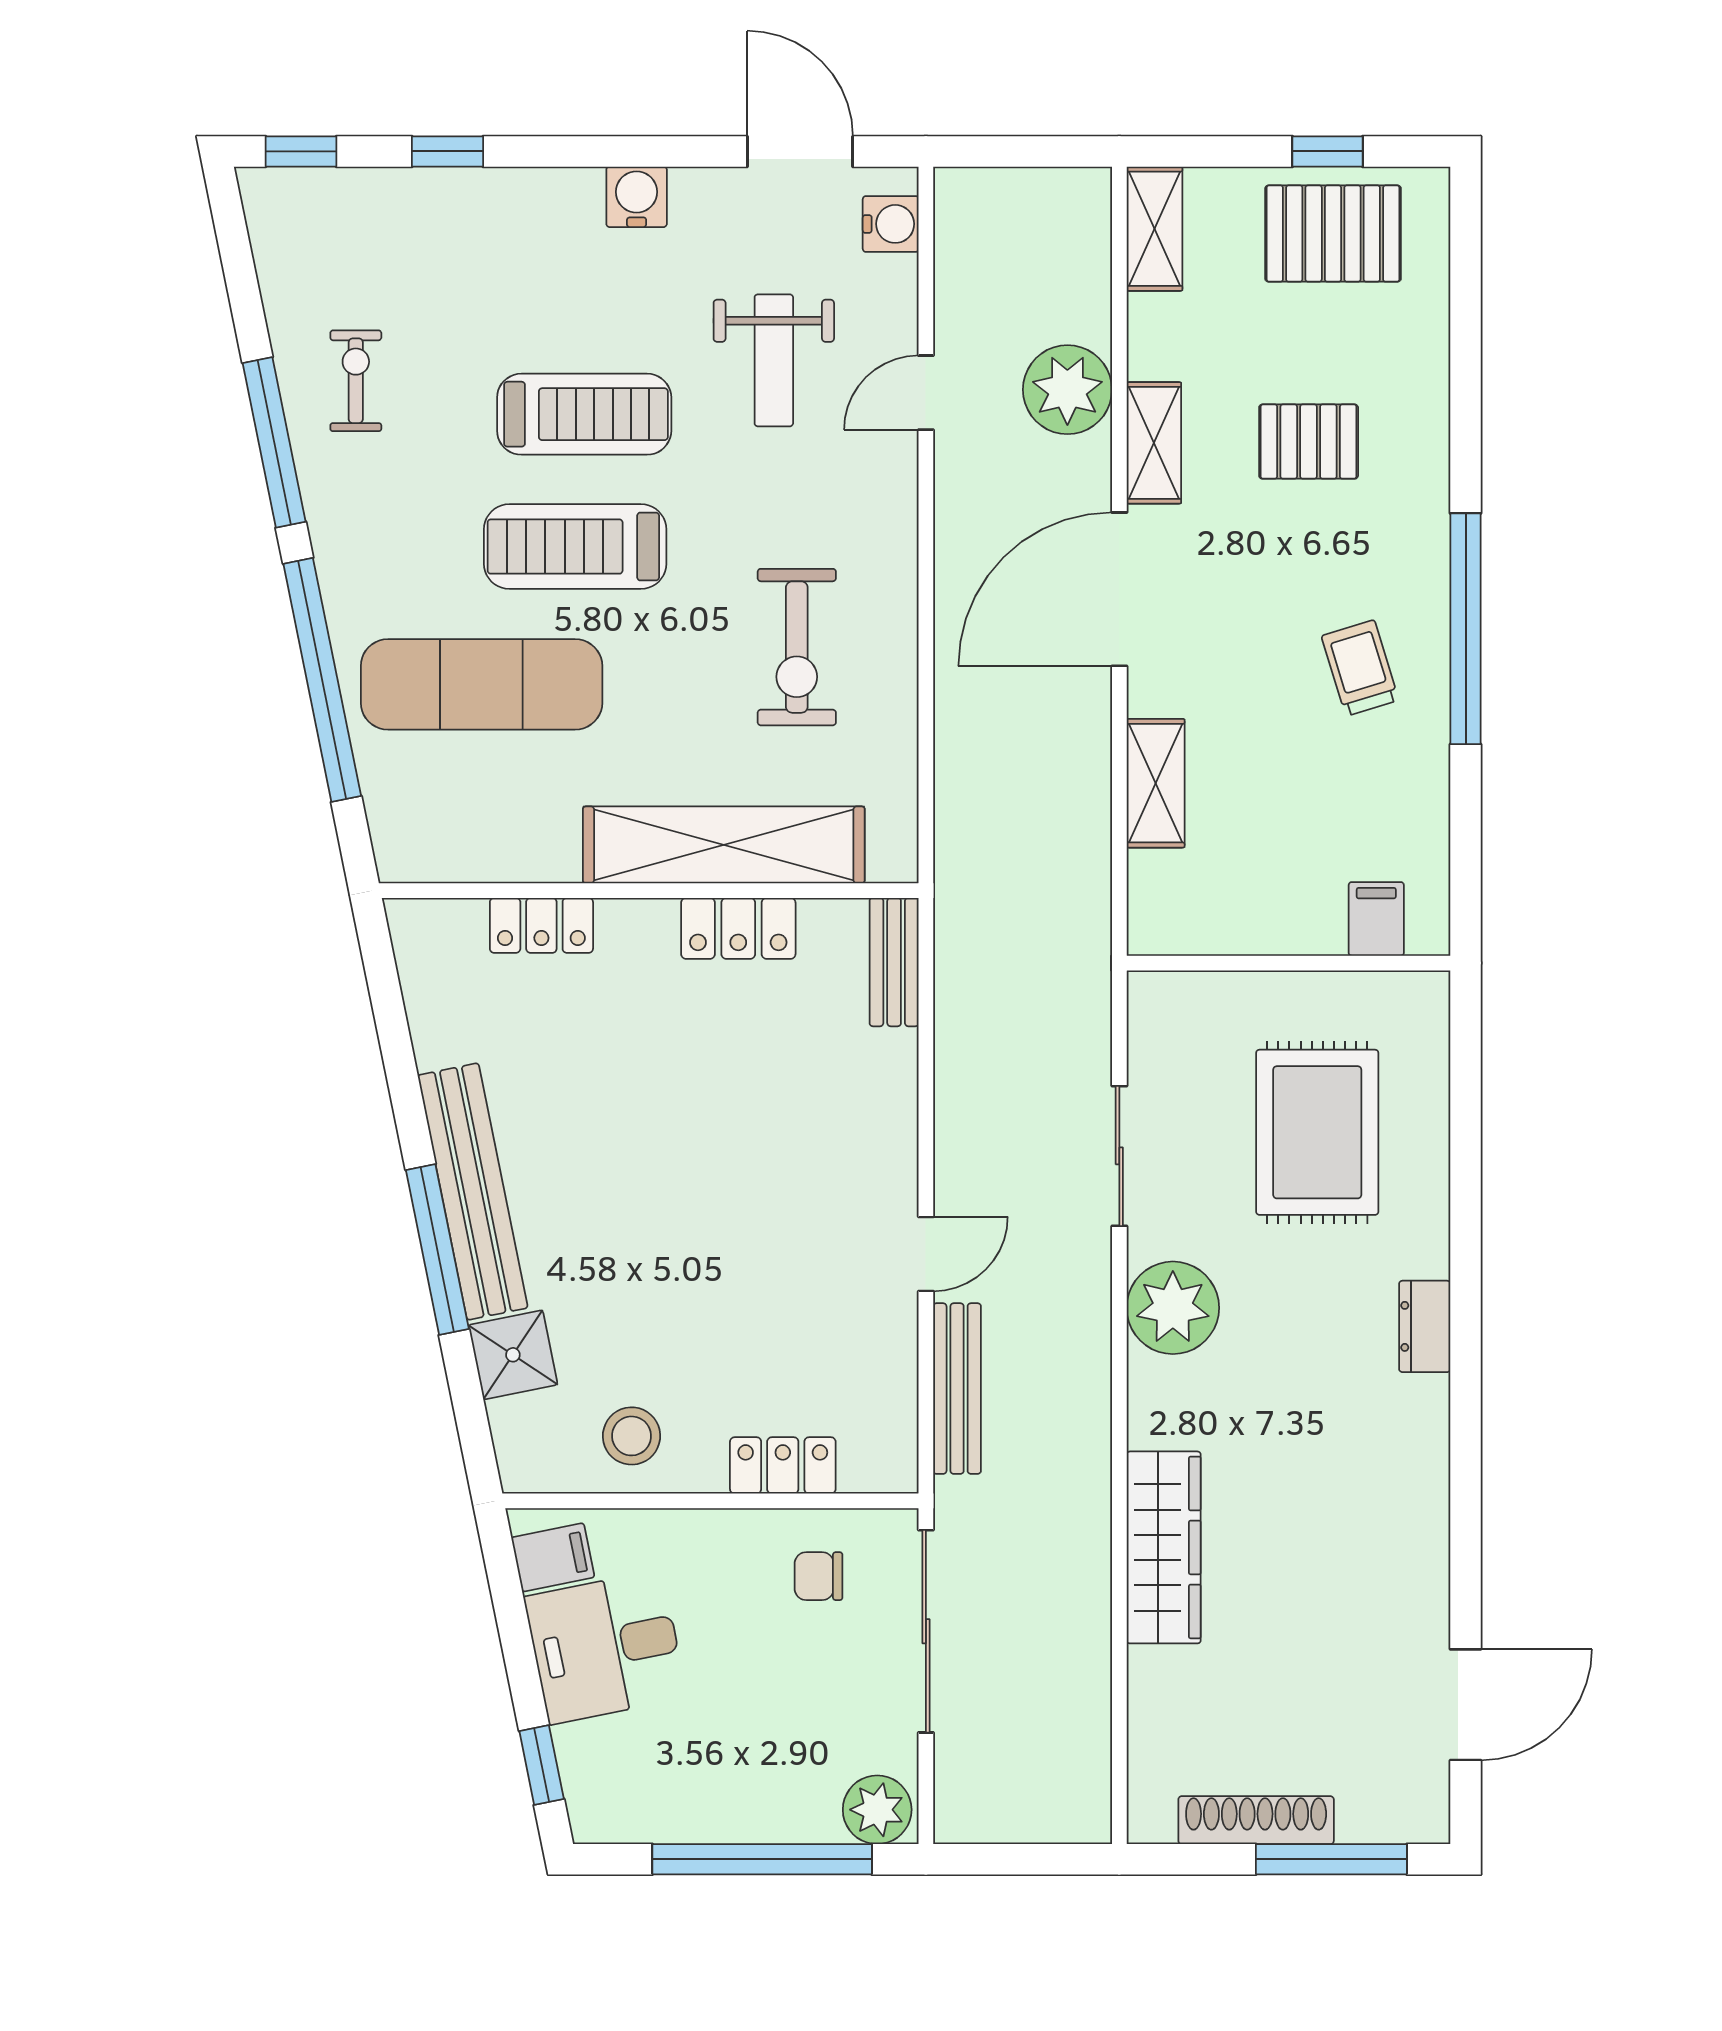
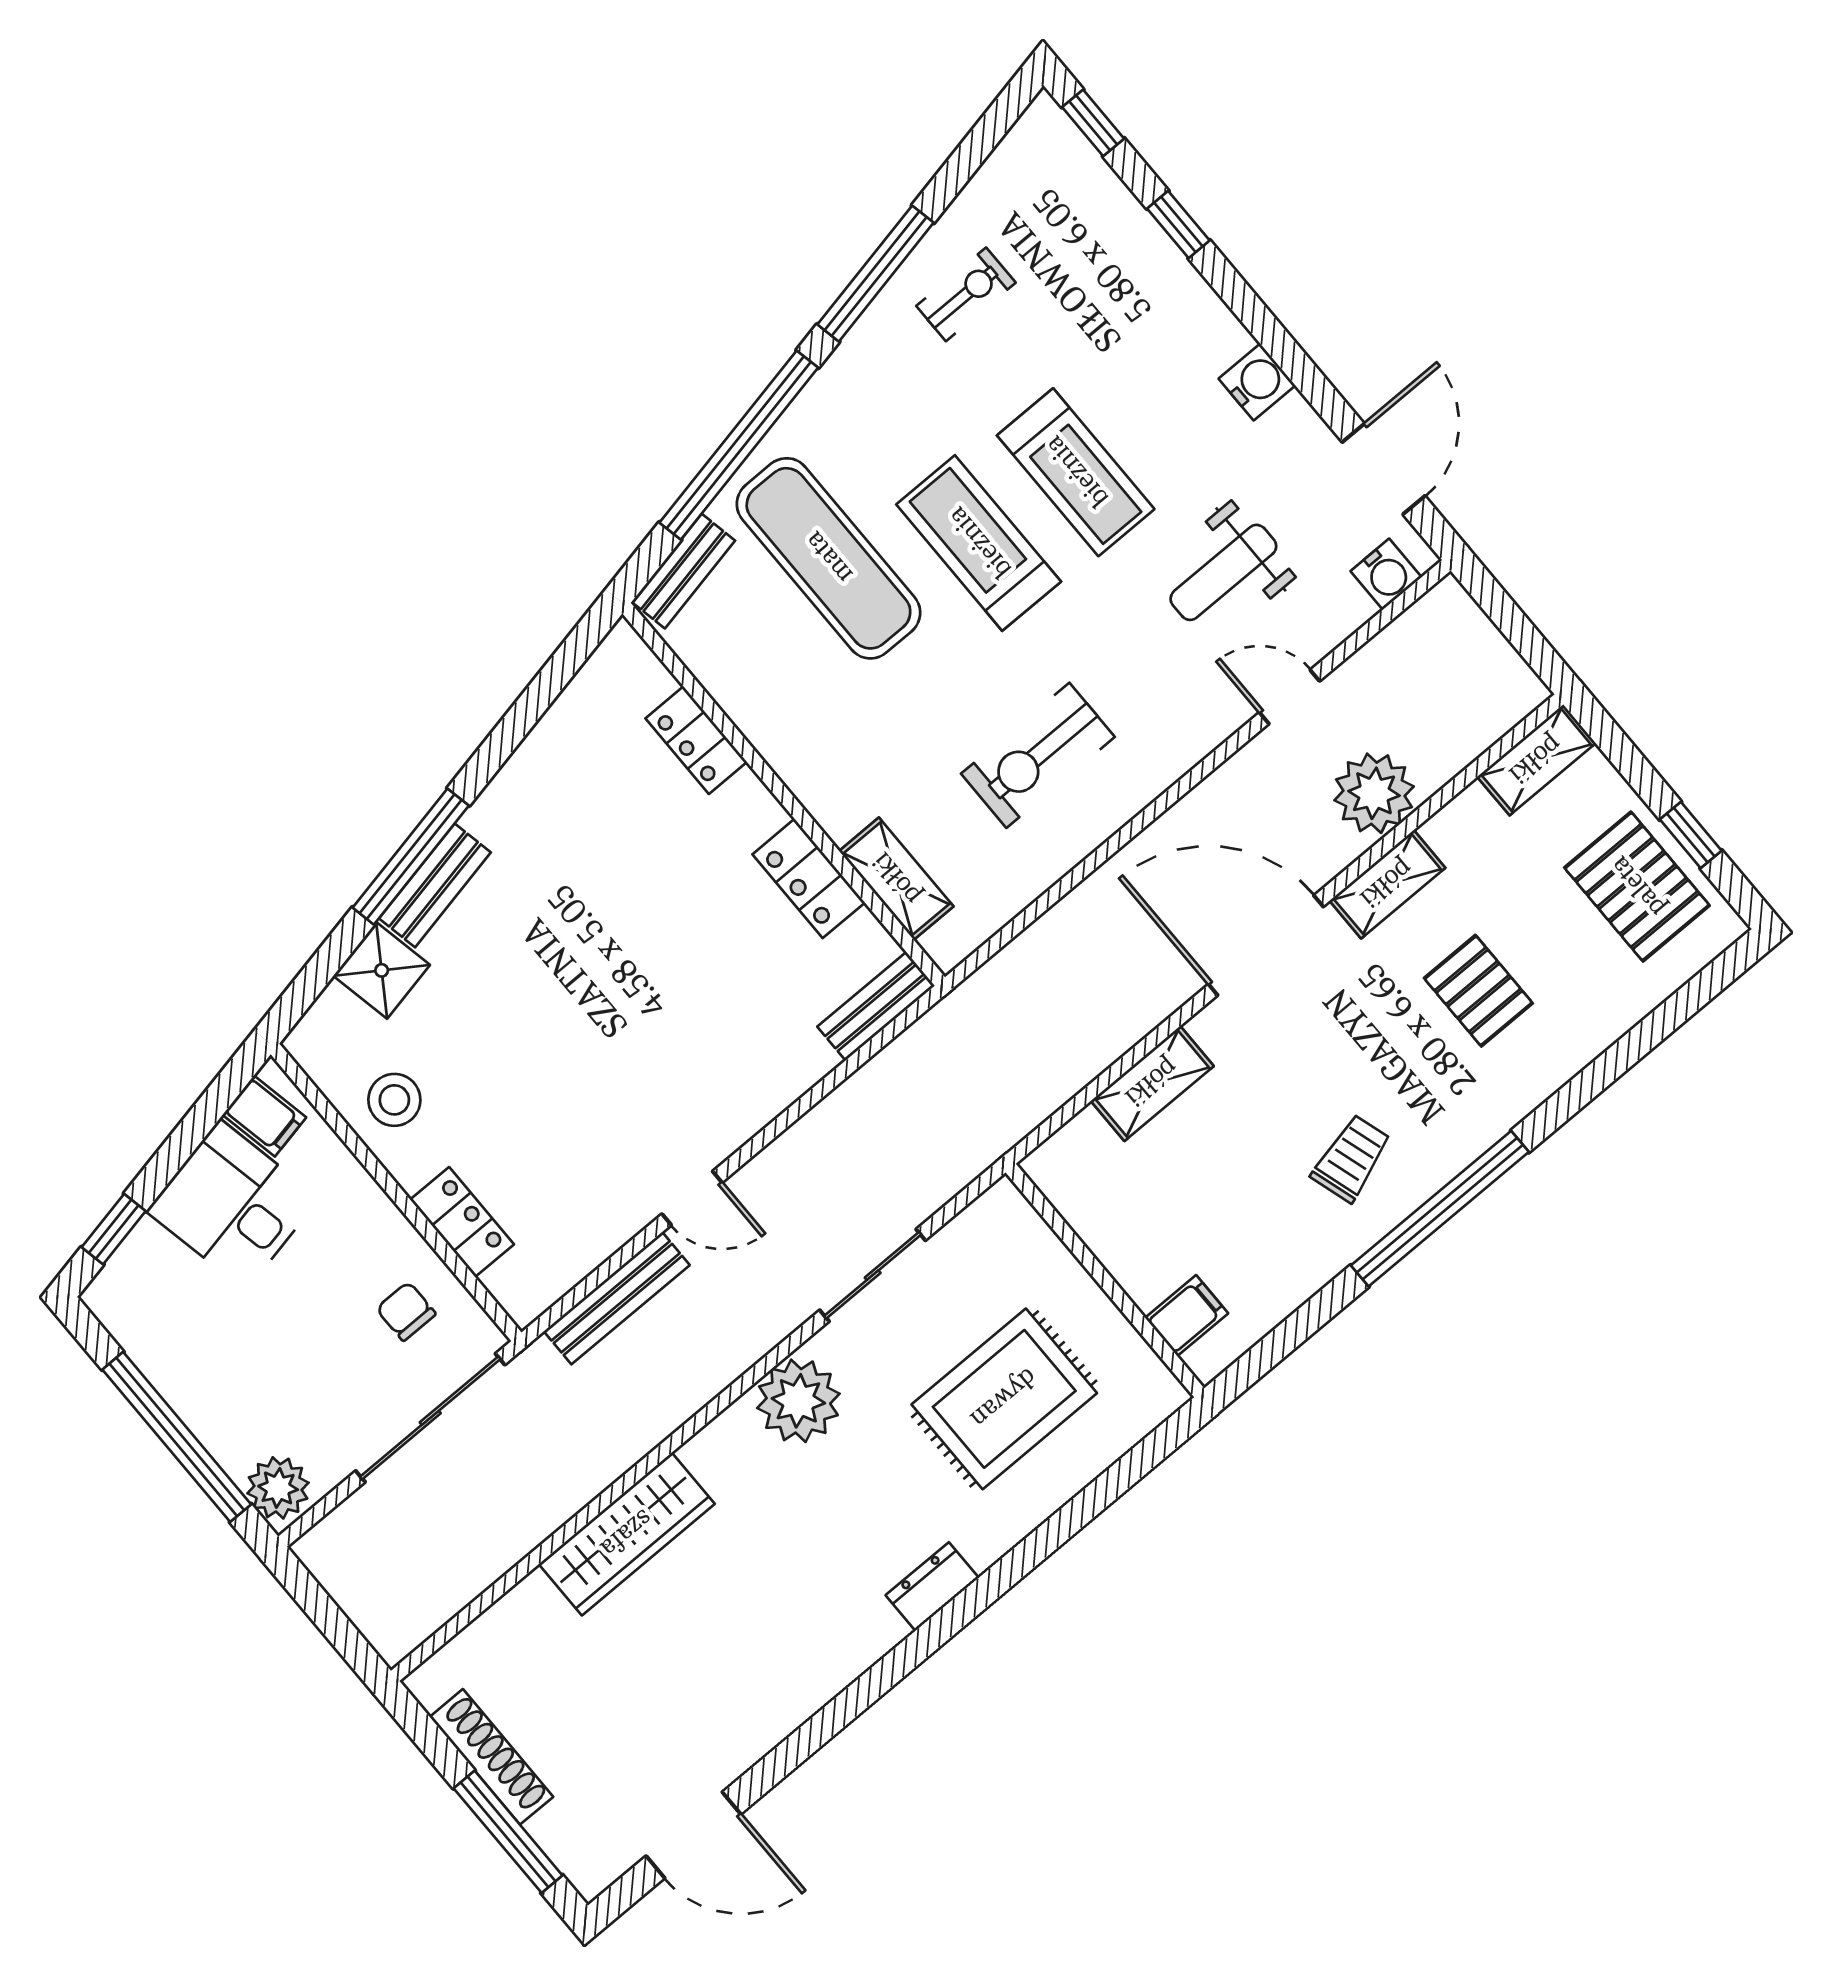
bench: (389, 816) -> (683, 571), added
shelving: (724, 845) -> (896, 879), width x0.45, depth x0.75
bench: (473, 1192) -> (435, 885), width x0.54, depth x0.82

